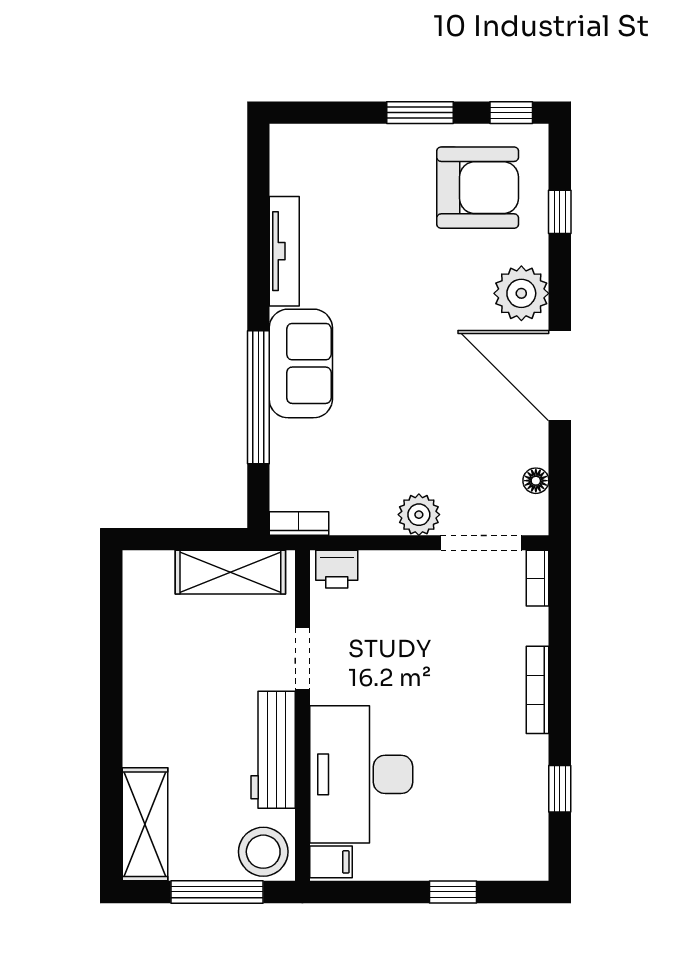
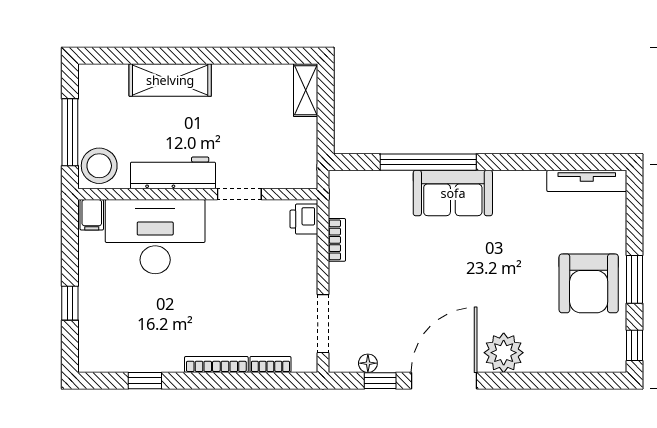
armchair: (478, 188) -> (589, 283), moved
window: (560, 212) -> (380, 381), moved
tv unit: (284, 251) -> (587, 181), moved
plant: (419, 515) -> (343, 278), removed
bookcase: (299, 524) -> (337, 240), moved
shelving: (230, 572) -> (306, 90), moved, width x0.67, depth x0.75
bookcase: (537, 578) -> (270, 364), moved
shelving: (145, 824) -> (170, 80), moved

